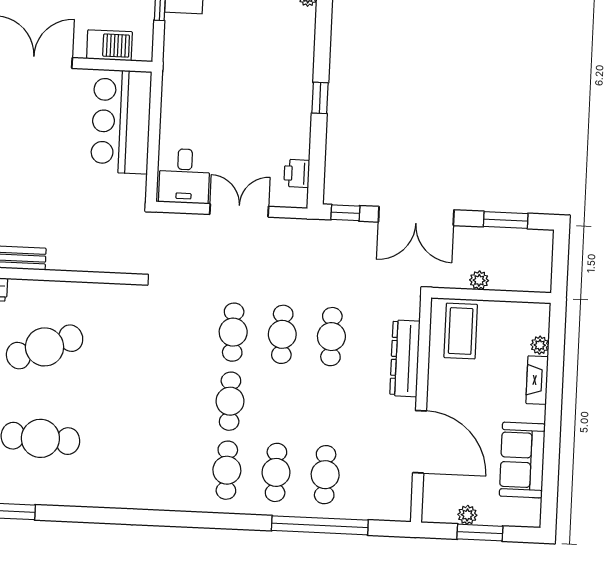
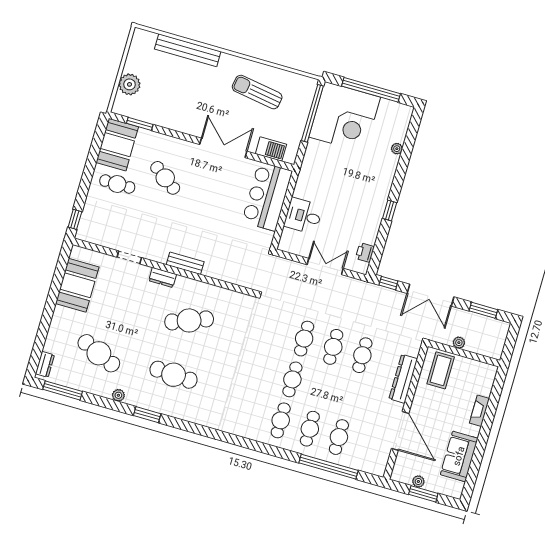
desk: (184, 176) -> (303, 216), moved, turned 90
plant: (540, 345) -> (486, 390), removed

